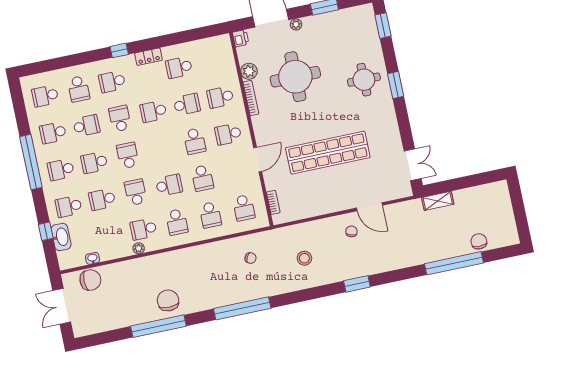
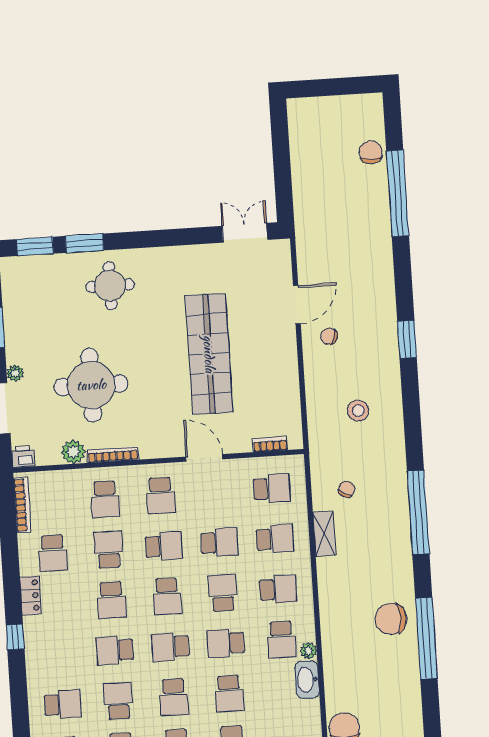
bookcase: (208, 42) -> (22, 505), added
school desk: (112, 82) -> (167, 596), moved
window: (396, 85) -> (84, 243), moved
shelving: (438, 201) -> (324, 534), moved
chair: (479, 241) -> (371, 152), turned 90
washbasin: (93, 258) -> (307, 680), moved, width x1.91, depth x1.45

